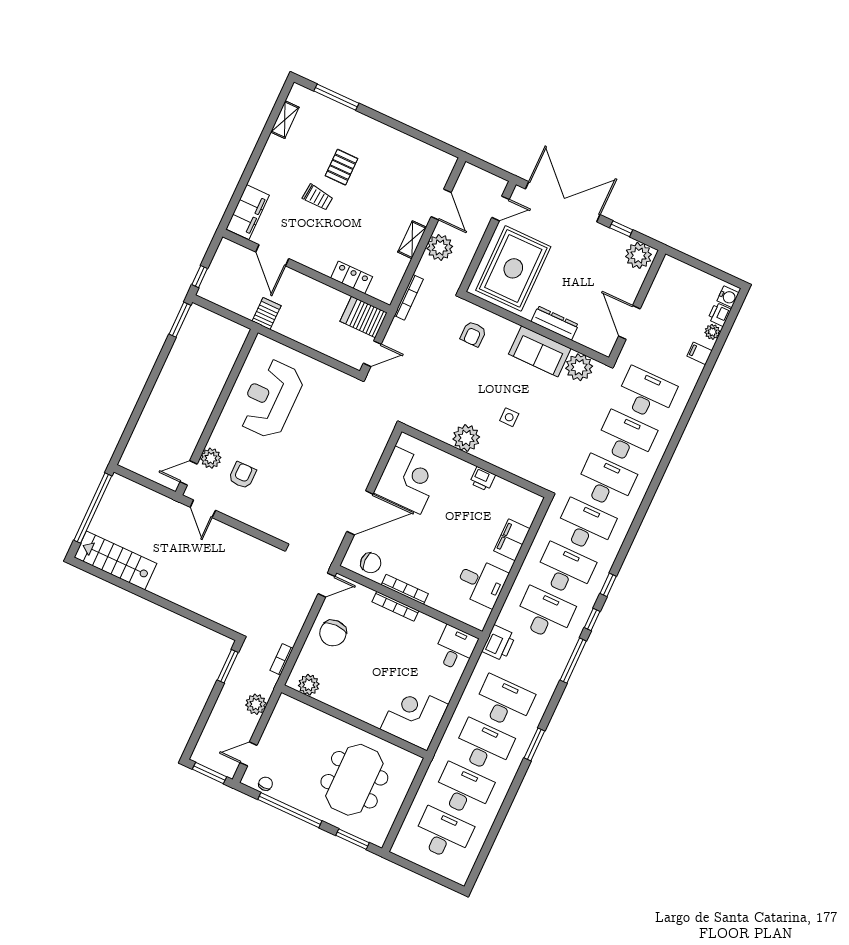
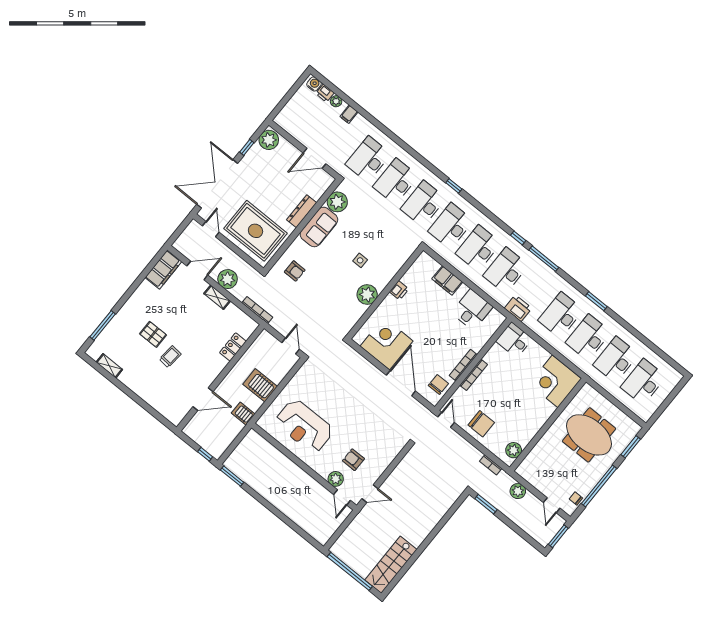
filing cabinet: (248, 212) -> (163, 269), moved, turned 90
server rack: (364, 317) -> (260, 385), moved, turned 90
window: (608, 585) -> (454, 186), moved

